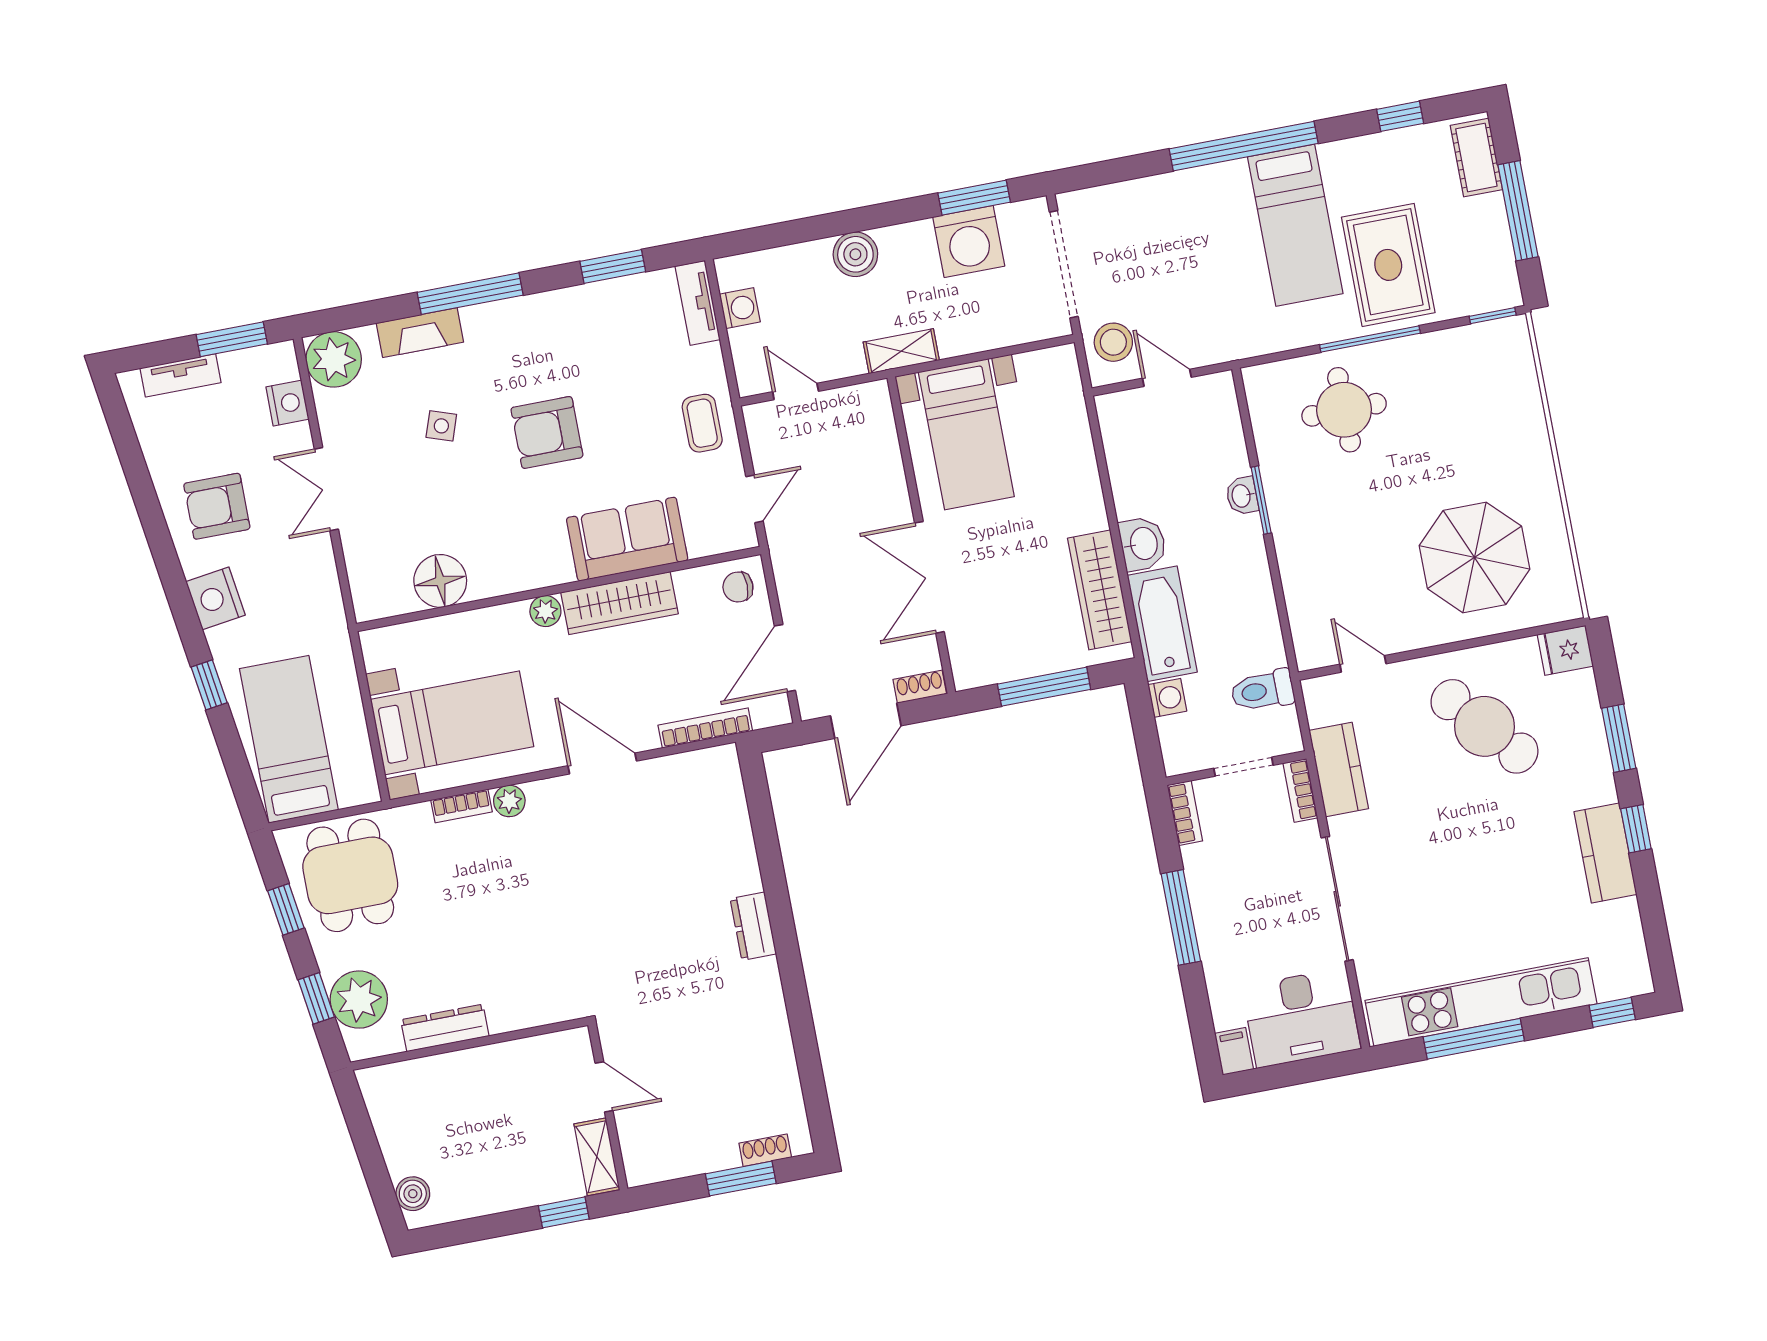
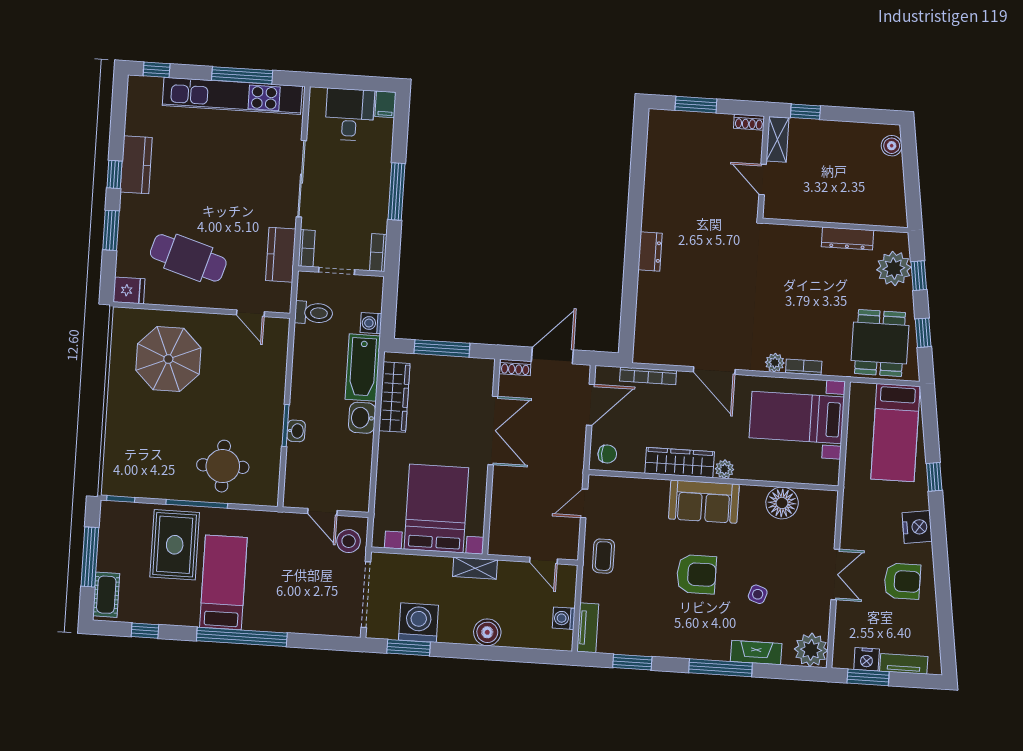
nightstand: (287, 403) -> (867, 659), moved, turned -90
bed with nightstands: (966, 434) -> (436, 508), width x1.36
sofa: (627, 539) -> (704, 502), moved
cafe table: (1484, 726) -> (188, 258), turned -32
desk: (1301, 1018) -> (350, 115), width x0.73
shoe rack: (765, 1150) -> (749, 122), moved

